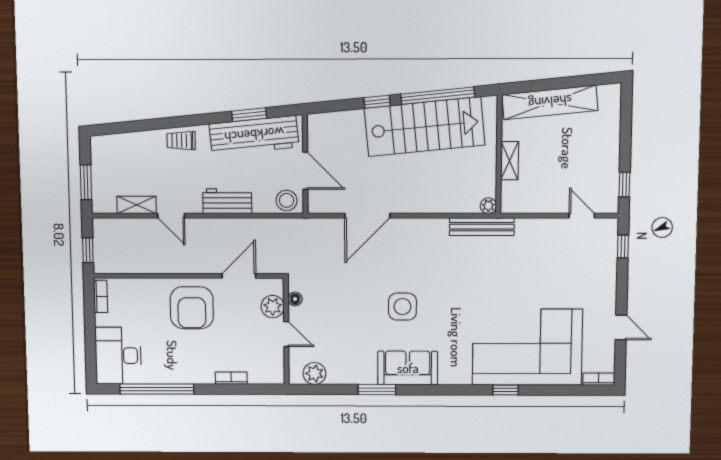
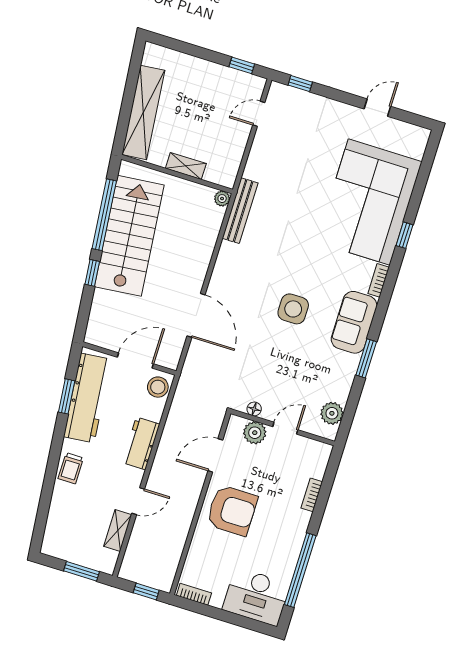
door: (239, 276) -> (215, 455), hinge flipped
bookcase: (599, 379) -> (379, 280), moved

